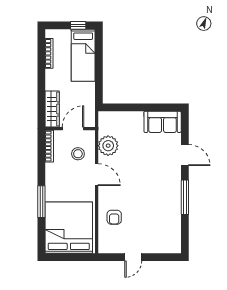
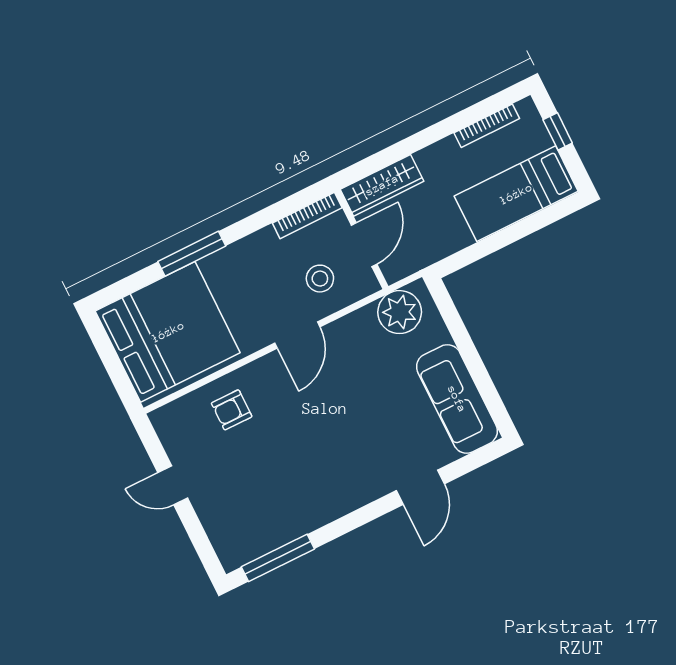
window: (78, 25) -> (558, 131), moved
sofa: (163, 122) -> (457, 399), width x1.36
door: (73, 129) -> (364, 245), hinge flipped
plant: (108, 146) -> (400, 312), moved
window: (185, 197) -> (278, 558), moved

